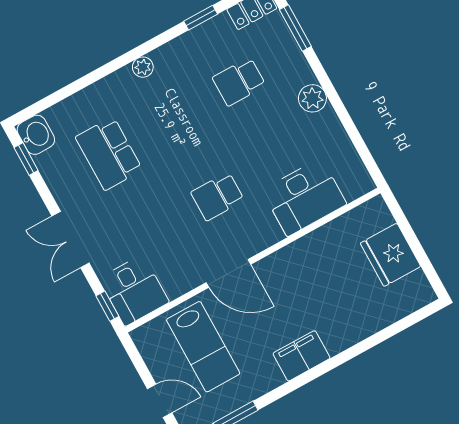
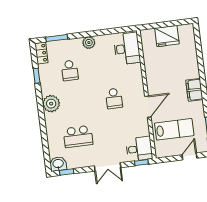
plant: (143, 67) -> (51, 104), width x1.88, depth x1.88
desk: (304, 197) -> (127, 49), moved

